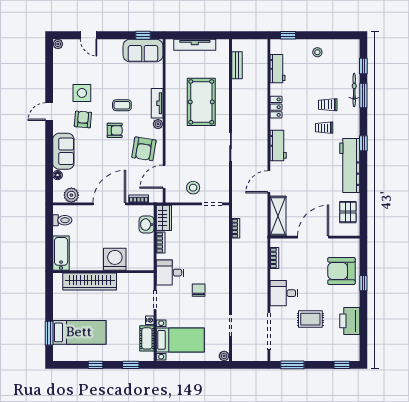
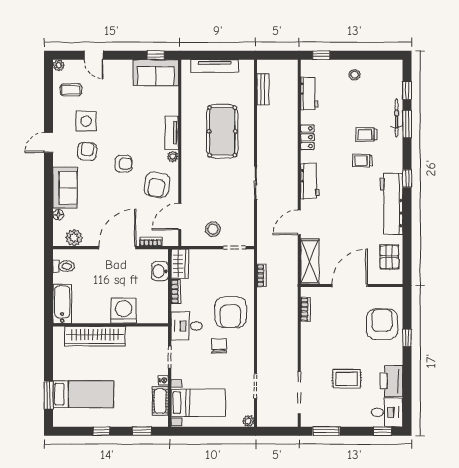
coffee table: (122, 105) -> (71, 90), moved
armchair: (209, 261) -> (230, 312), added
armchair: (341, 271) -> (382, 324), turned 90
desk: (284, 293) -> (387, 412), moved, turned 180

